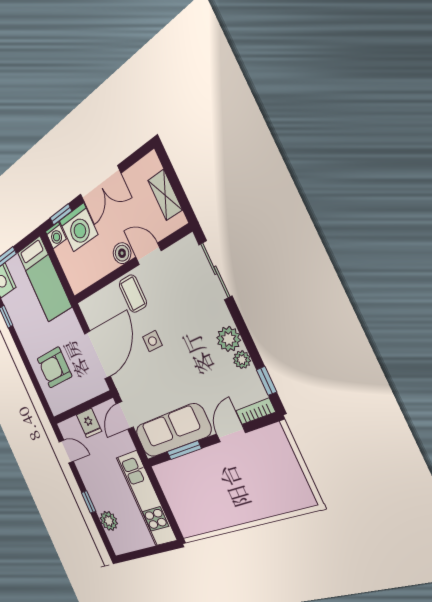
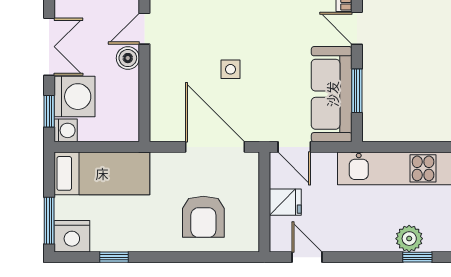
coffee table: (133, 294) -> (173, 67), removed
door: (66, 452) -> (307, 257), hinge flipped
window: (89, 502) -> (417, 257), moved

